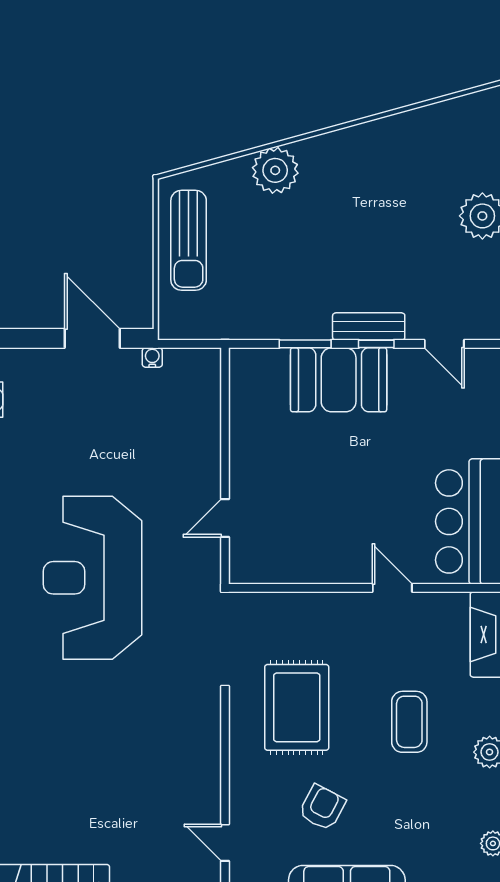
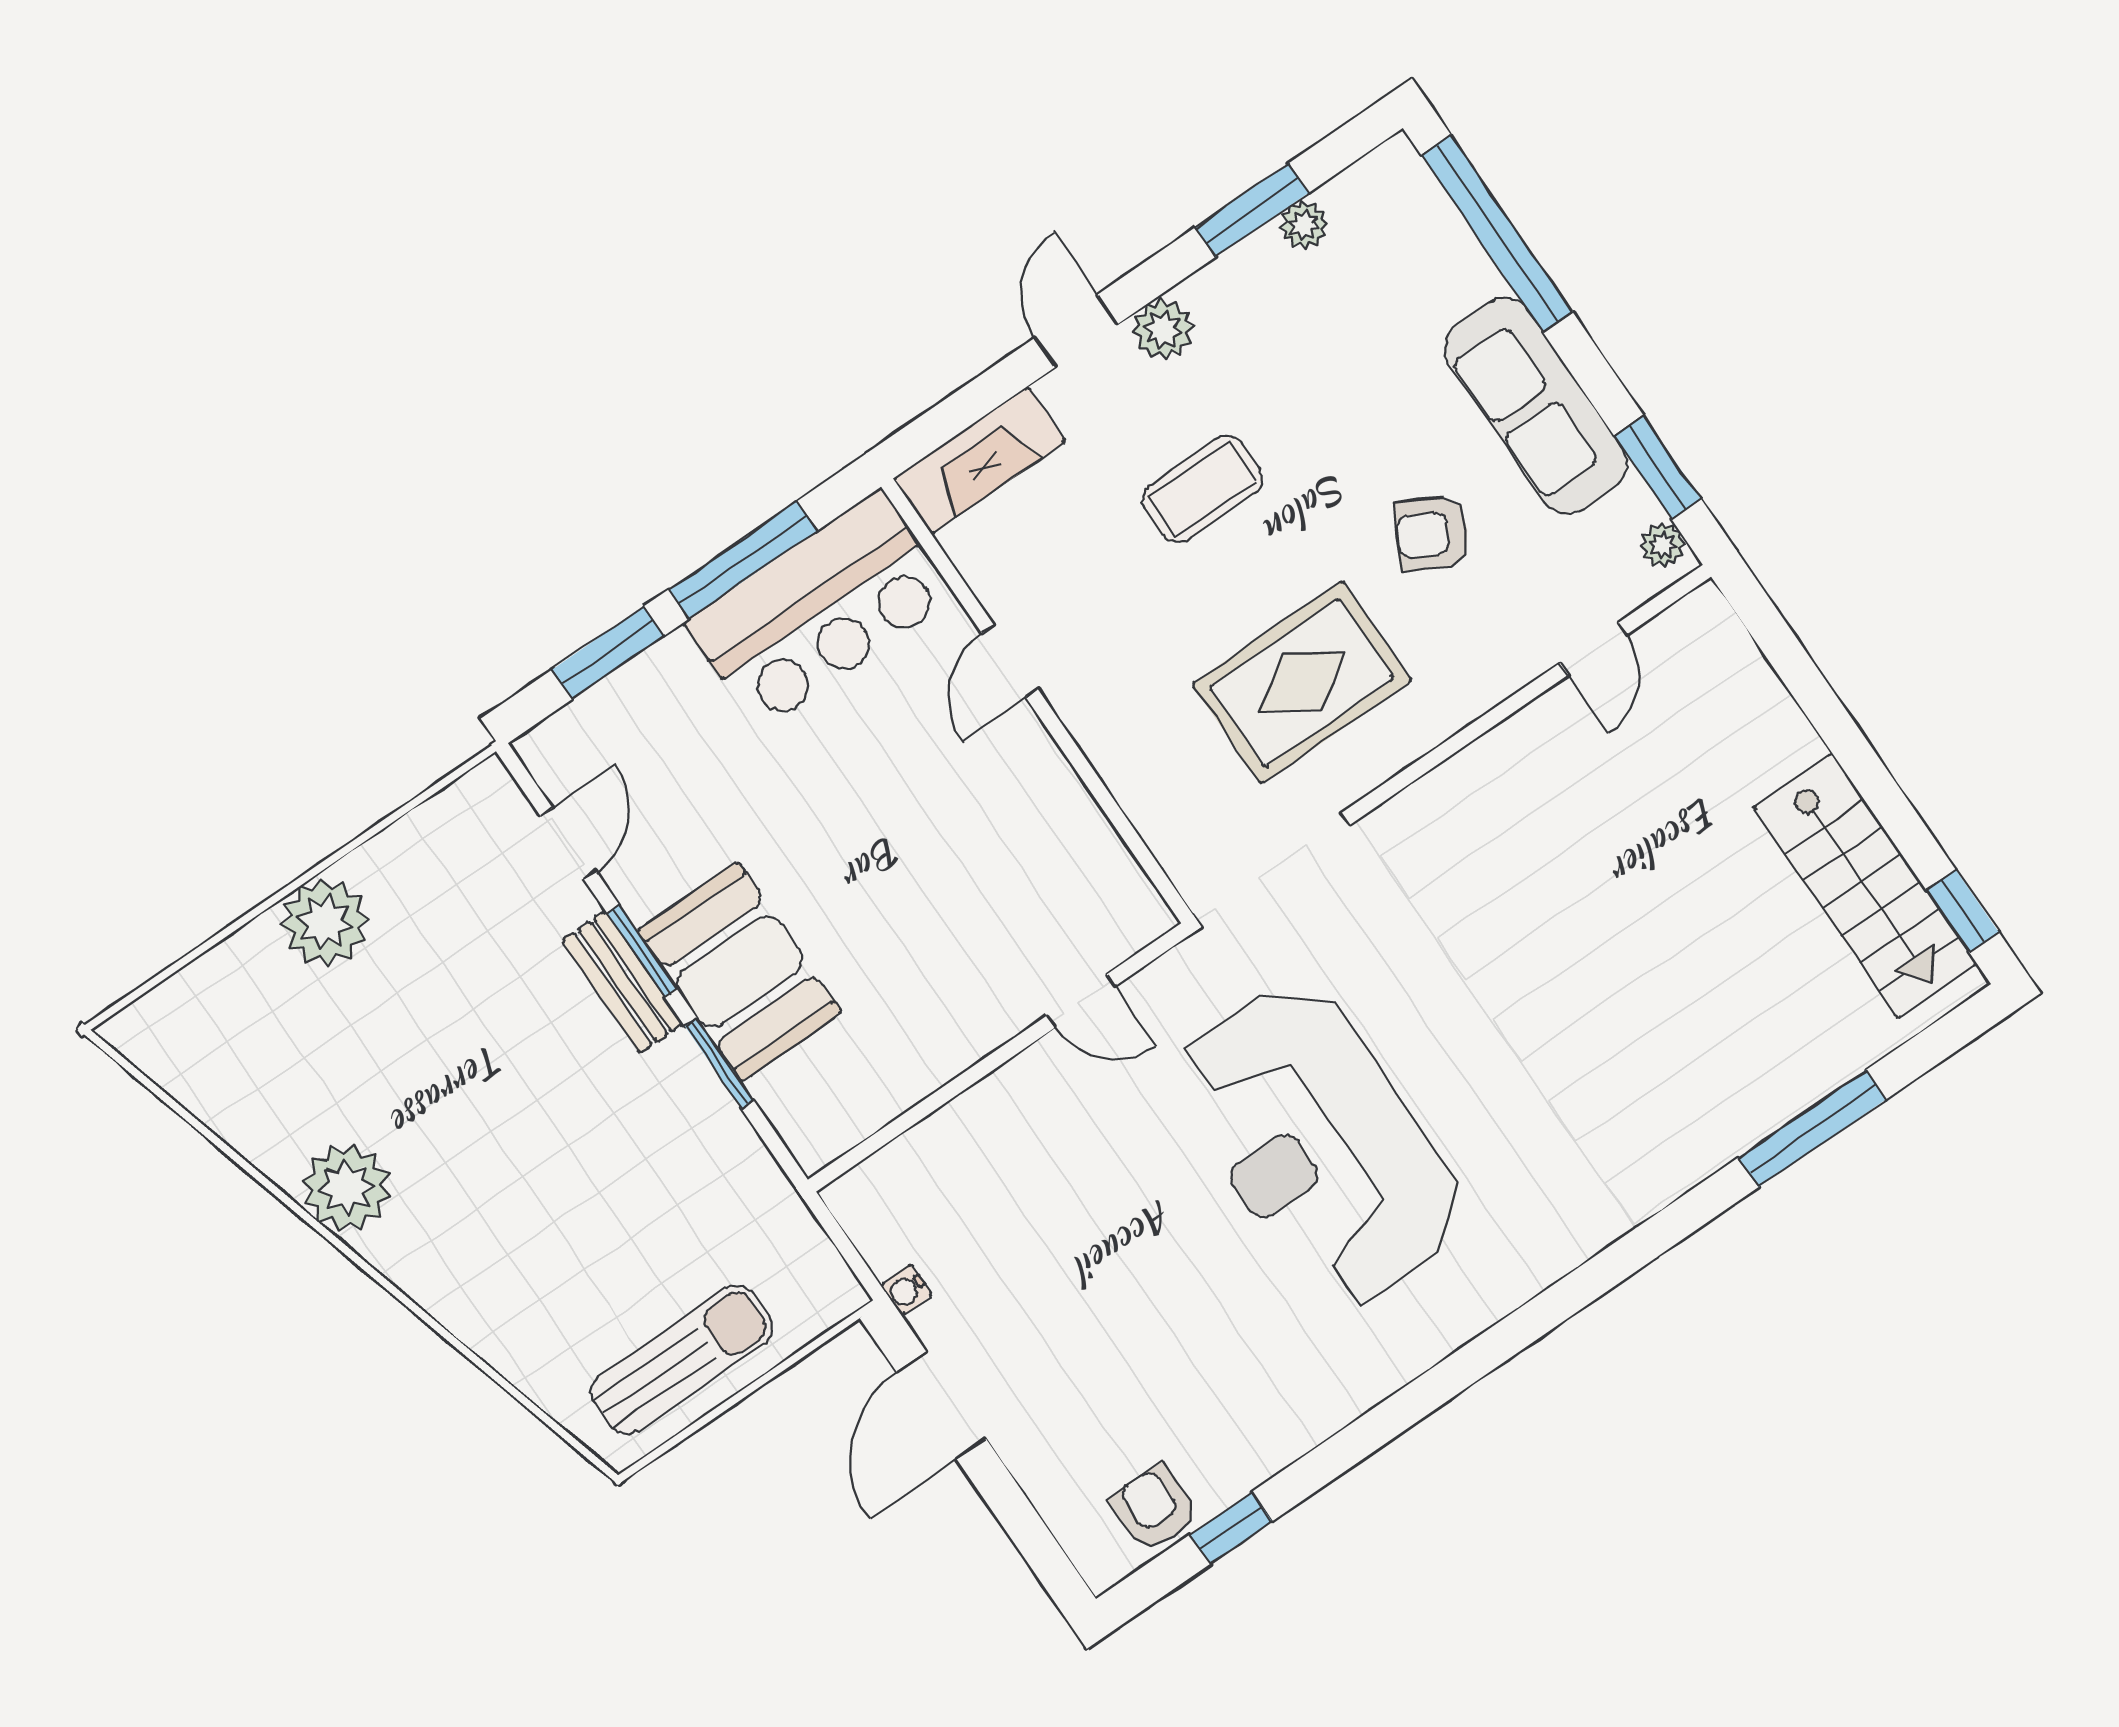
plant: (275, 170) -> (346, 1188), moved
window: (376, 344) -> (642, 951), width x1.50
reception desk: (92, 578) -> (1319, 1145), turned 90

